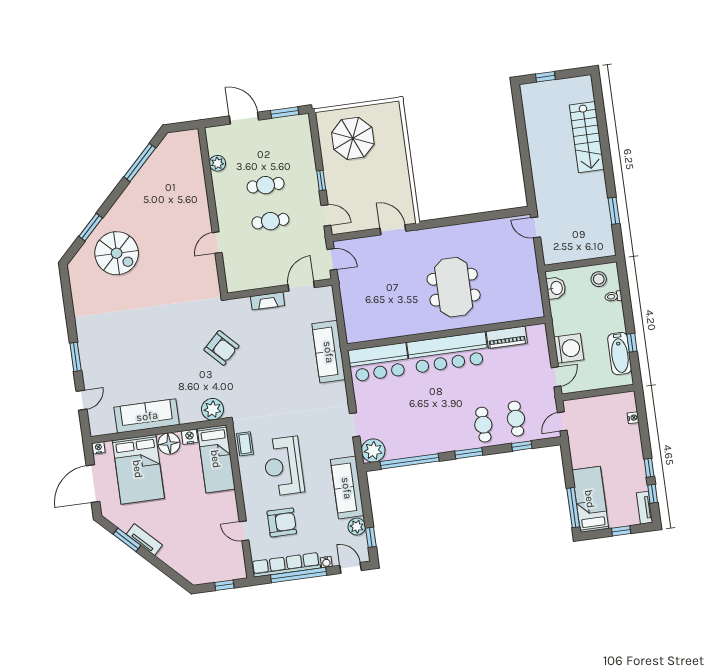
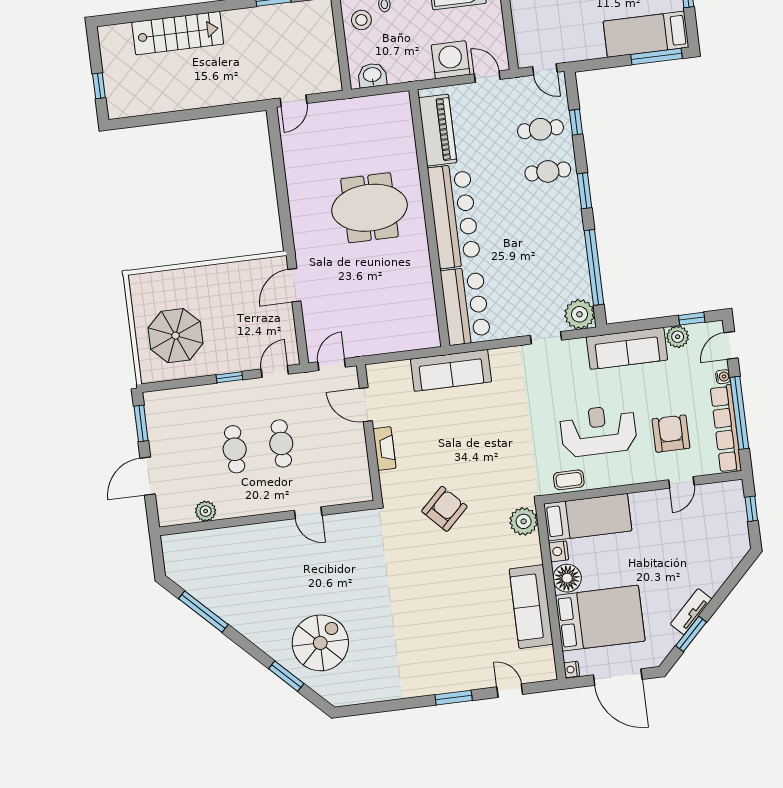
piano: (507, 337) -> (438, 130), width x1.37, depth x1.33
reception desk: (283, 466) -> (598, 431), turned 180

